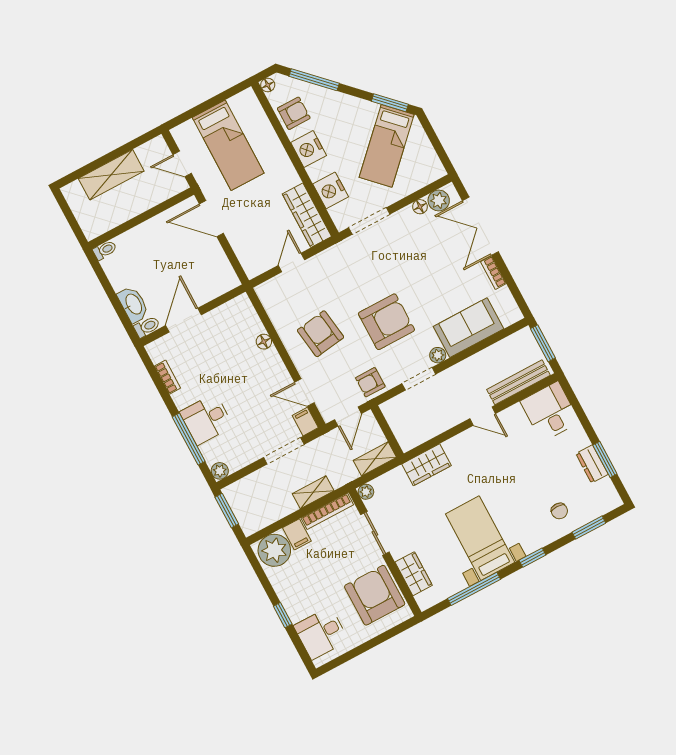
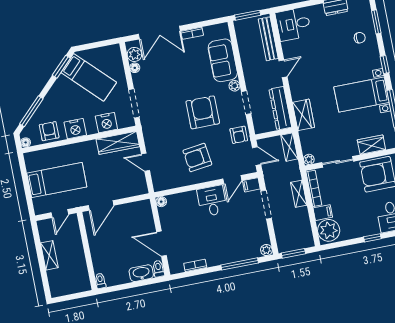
shelving: (111, 175) -> (49, 255), width x0.67, depth x0.75
floor lamp: (264, 342) -> (161, 202), moved
desk: (206, 419) -> (212, 201), moved, turned 180
dresser: (426, 429) -> (280, 108), added

